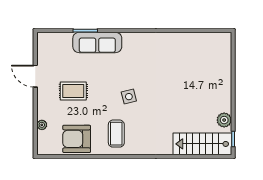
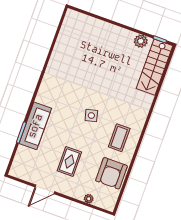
coffee table: (116, 134) -> (119, 138), turned 90

